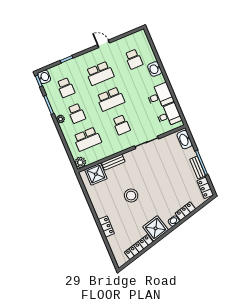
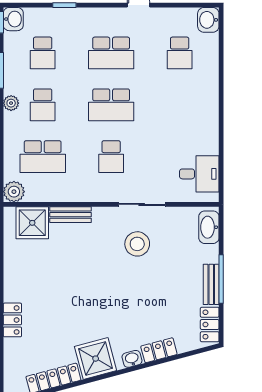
washbasin: (155, 69) -> (208, 20), moved
desk: (160, 96) -> (198, 135), removed
stool: (131, 196) -> (137, 244), moved

